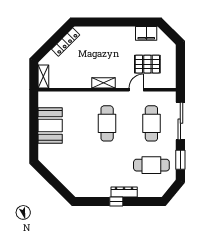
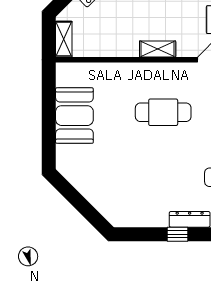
cafe table: (107, 123) -> (163, 112), turned 90

